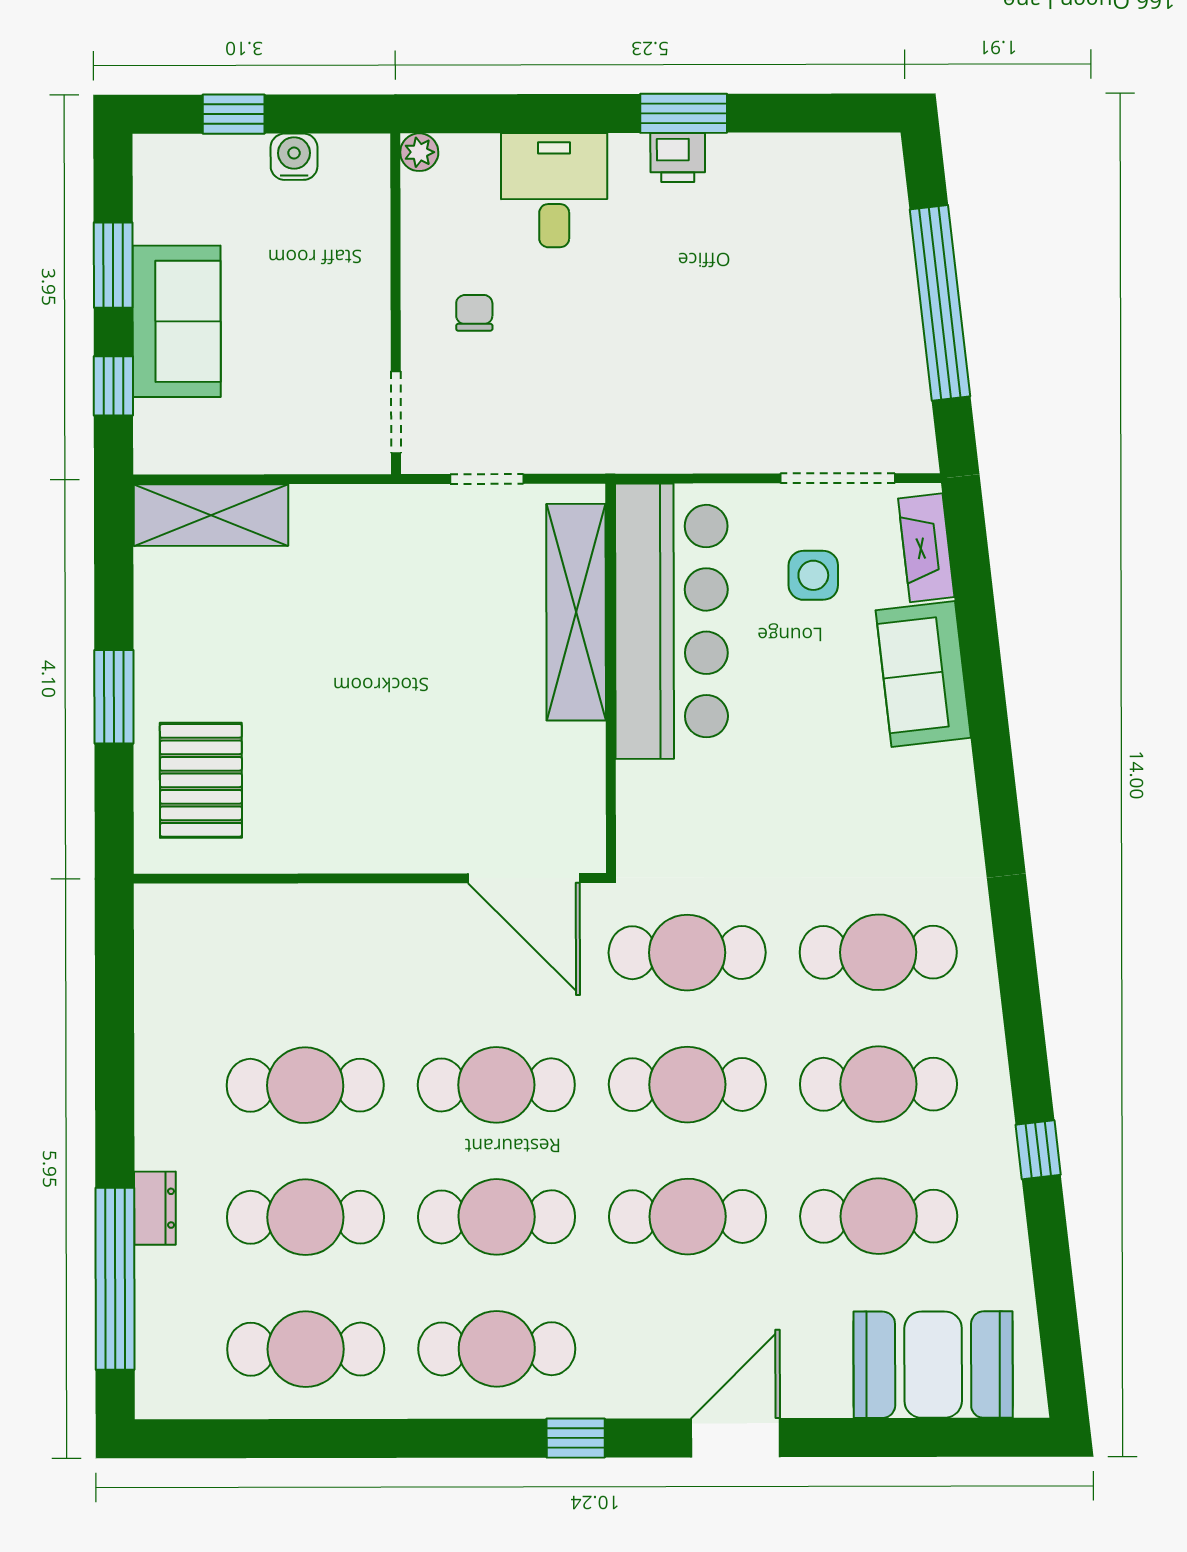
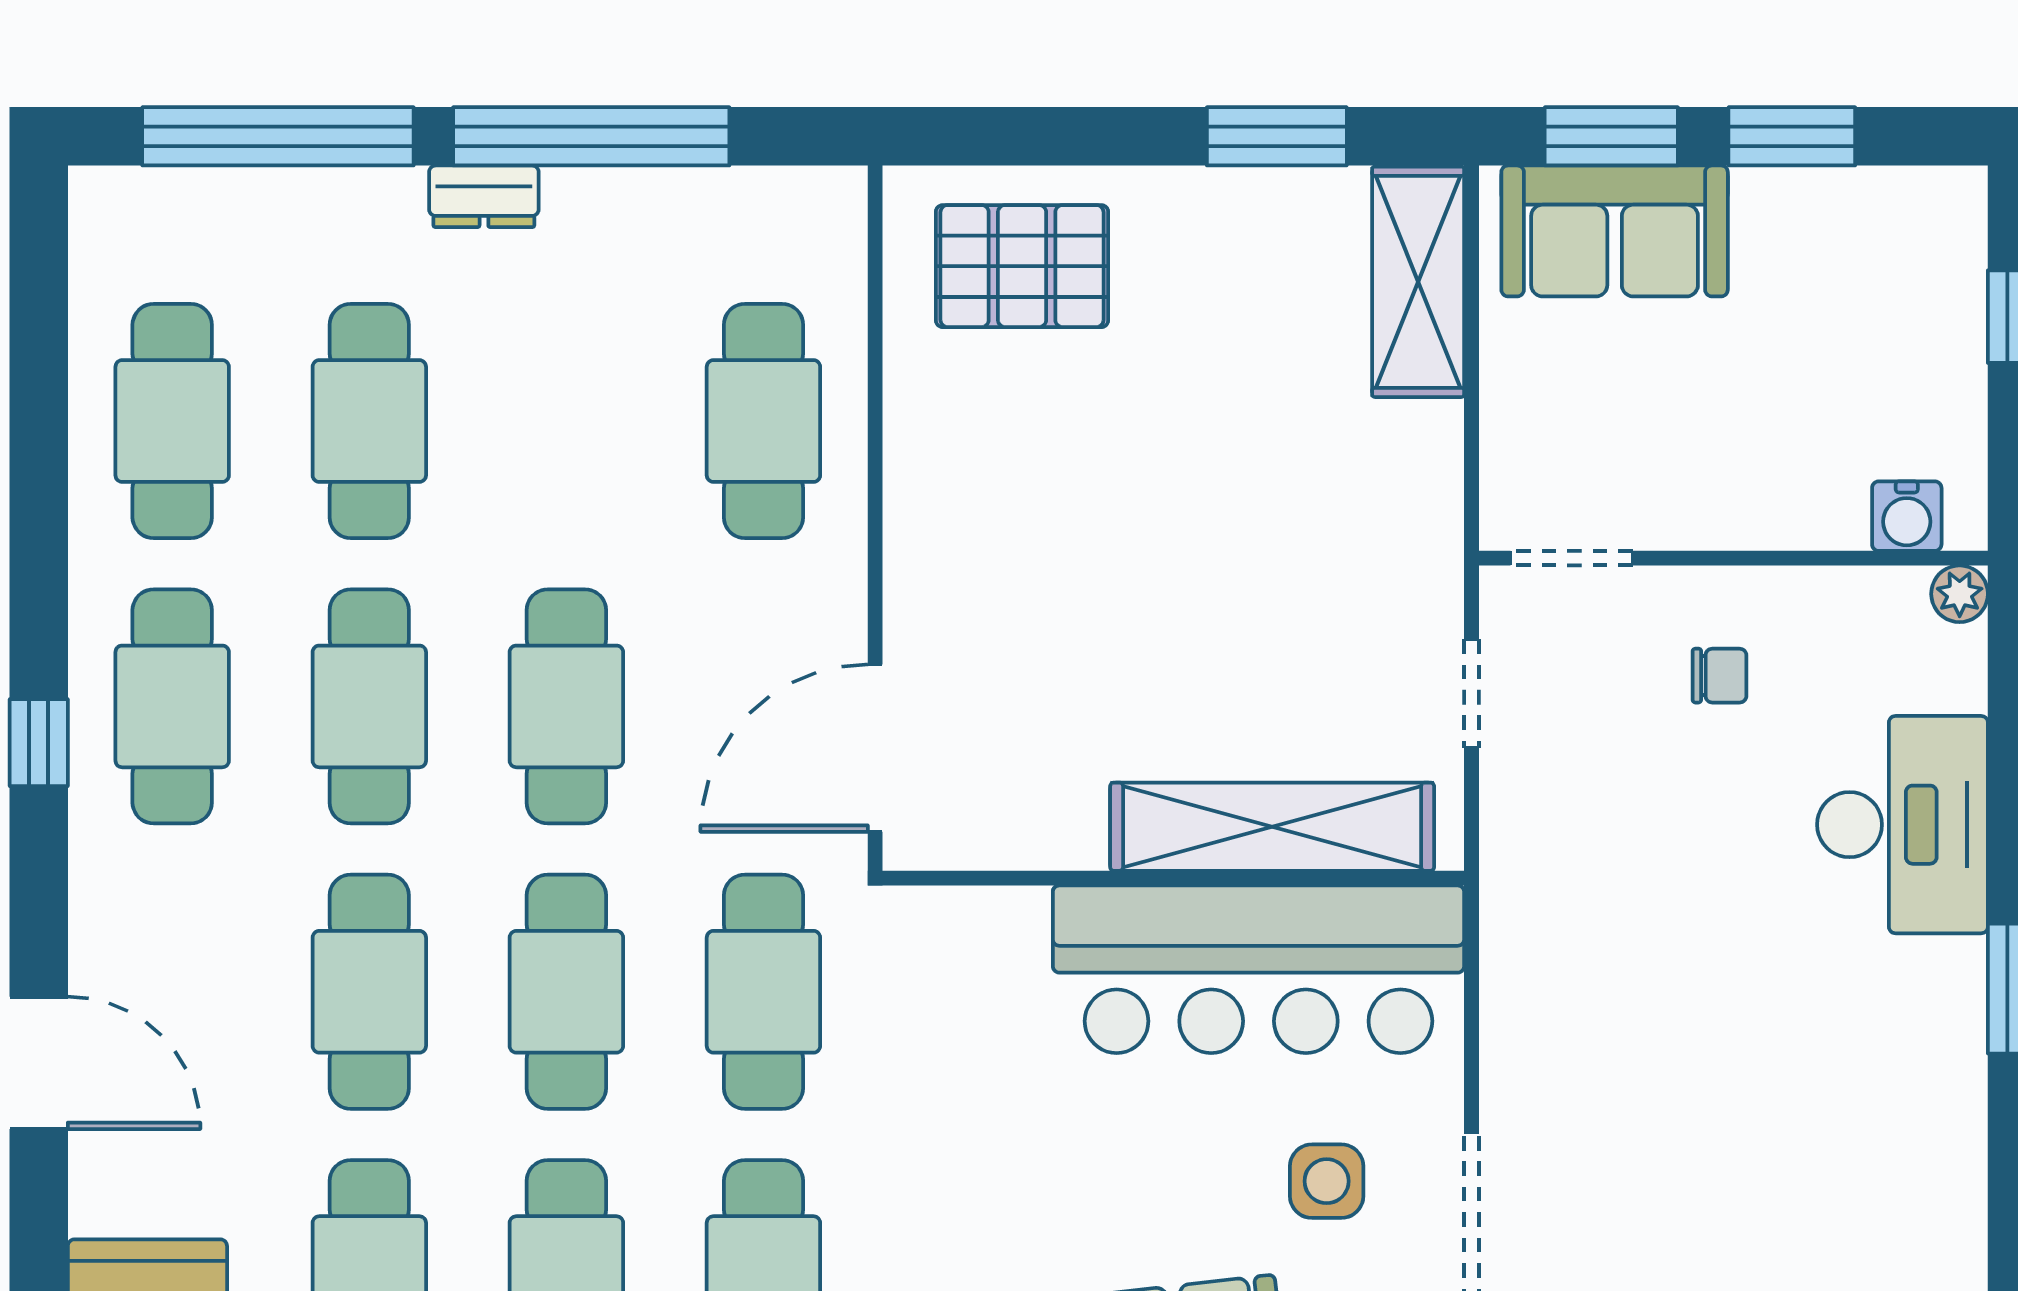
water cooler: (294, 157) -> (1907, 516), moved, turned 90
printer: (678, 158) -> (1951, 980), removed
desk: (554, 190) -> (1902, 825), width x1.37
sofa: (177, 321) -> (1615, 231), moved
window: (113, 386) -> (1611, 136), width x1.50
window: (114, 697) -> (1277, 136), moved
window: (115, 1069) -> (591, 136), added
cafe table: (305, 1085) -> (763, 421), moved
dresser: (155, 1208) -> (484, 196), moved
window: (576, 1438) -> (39, 743), moved

